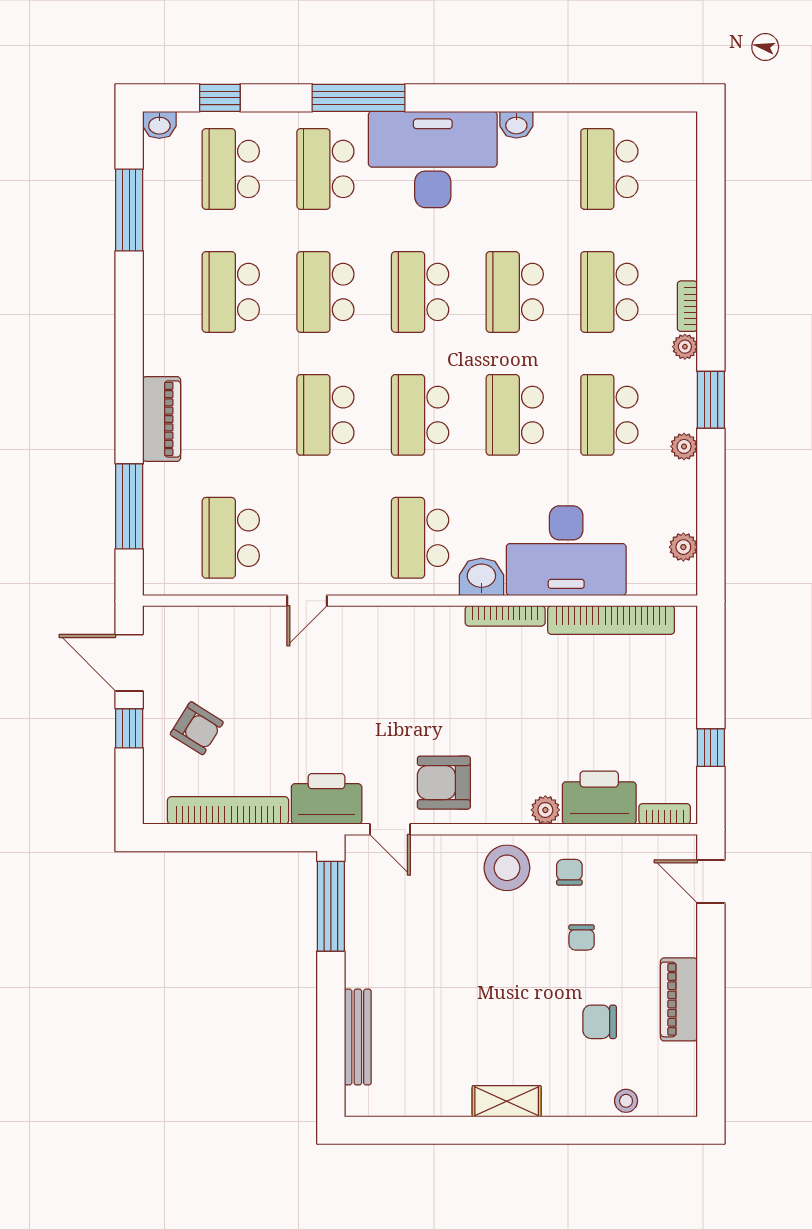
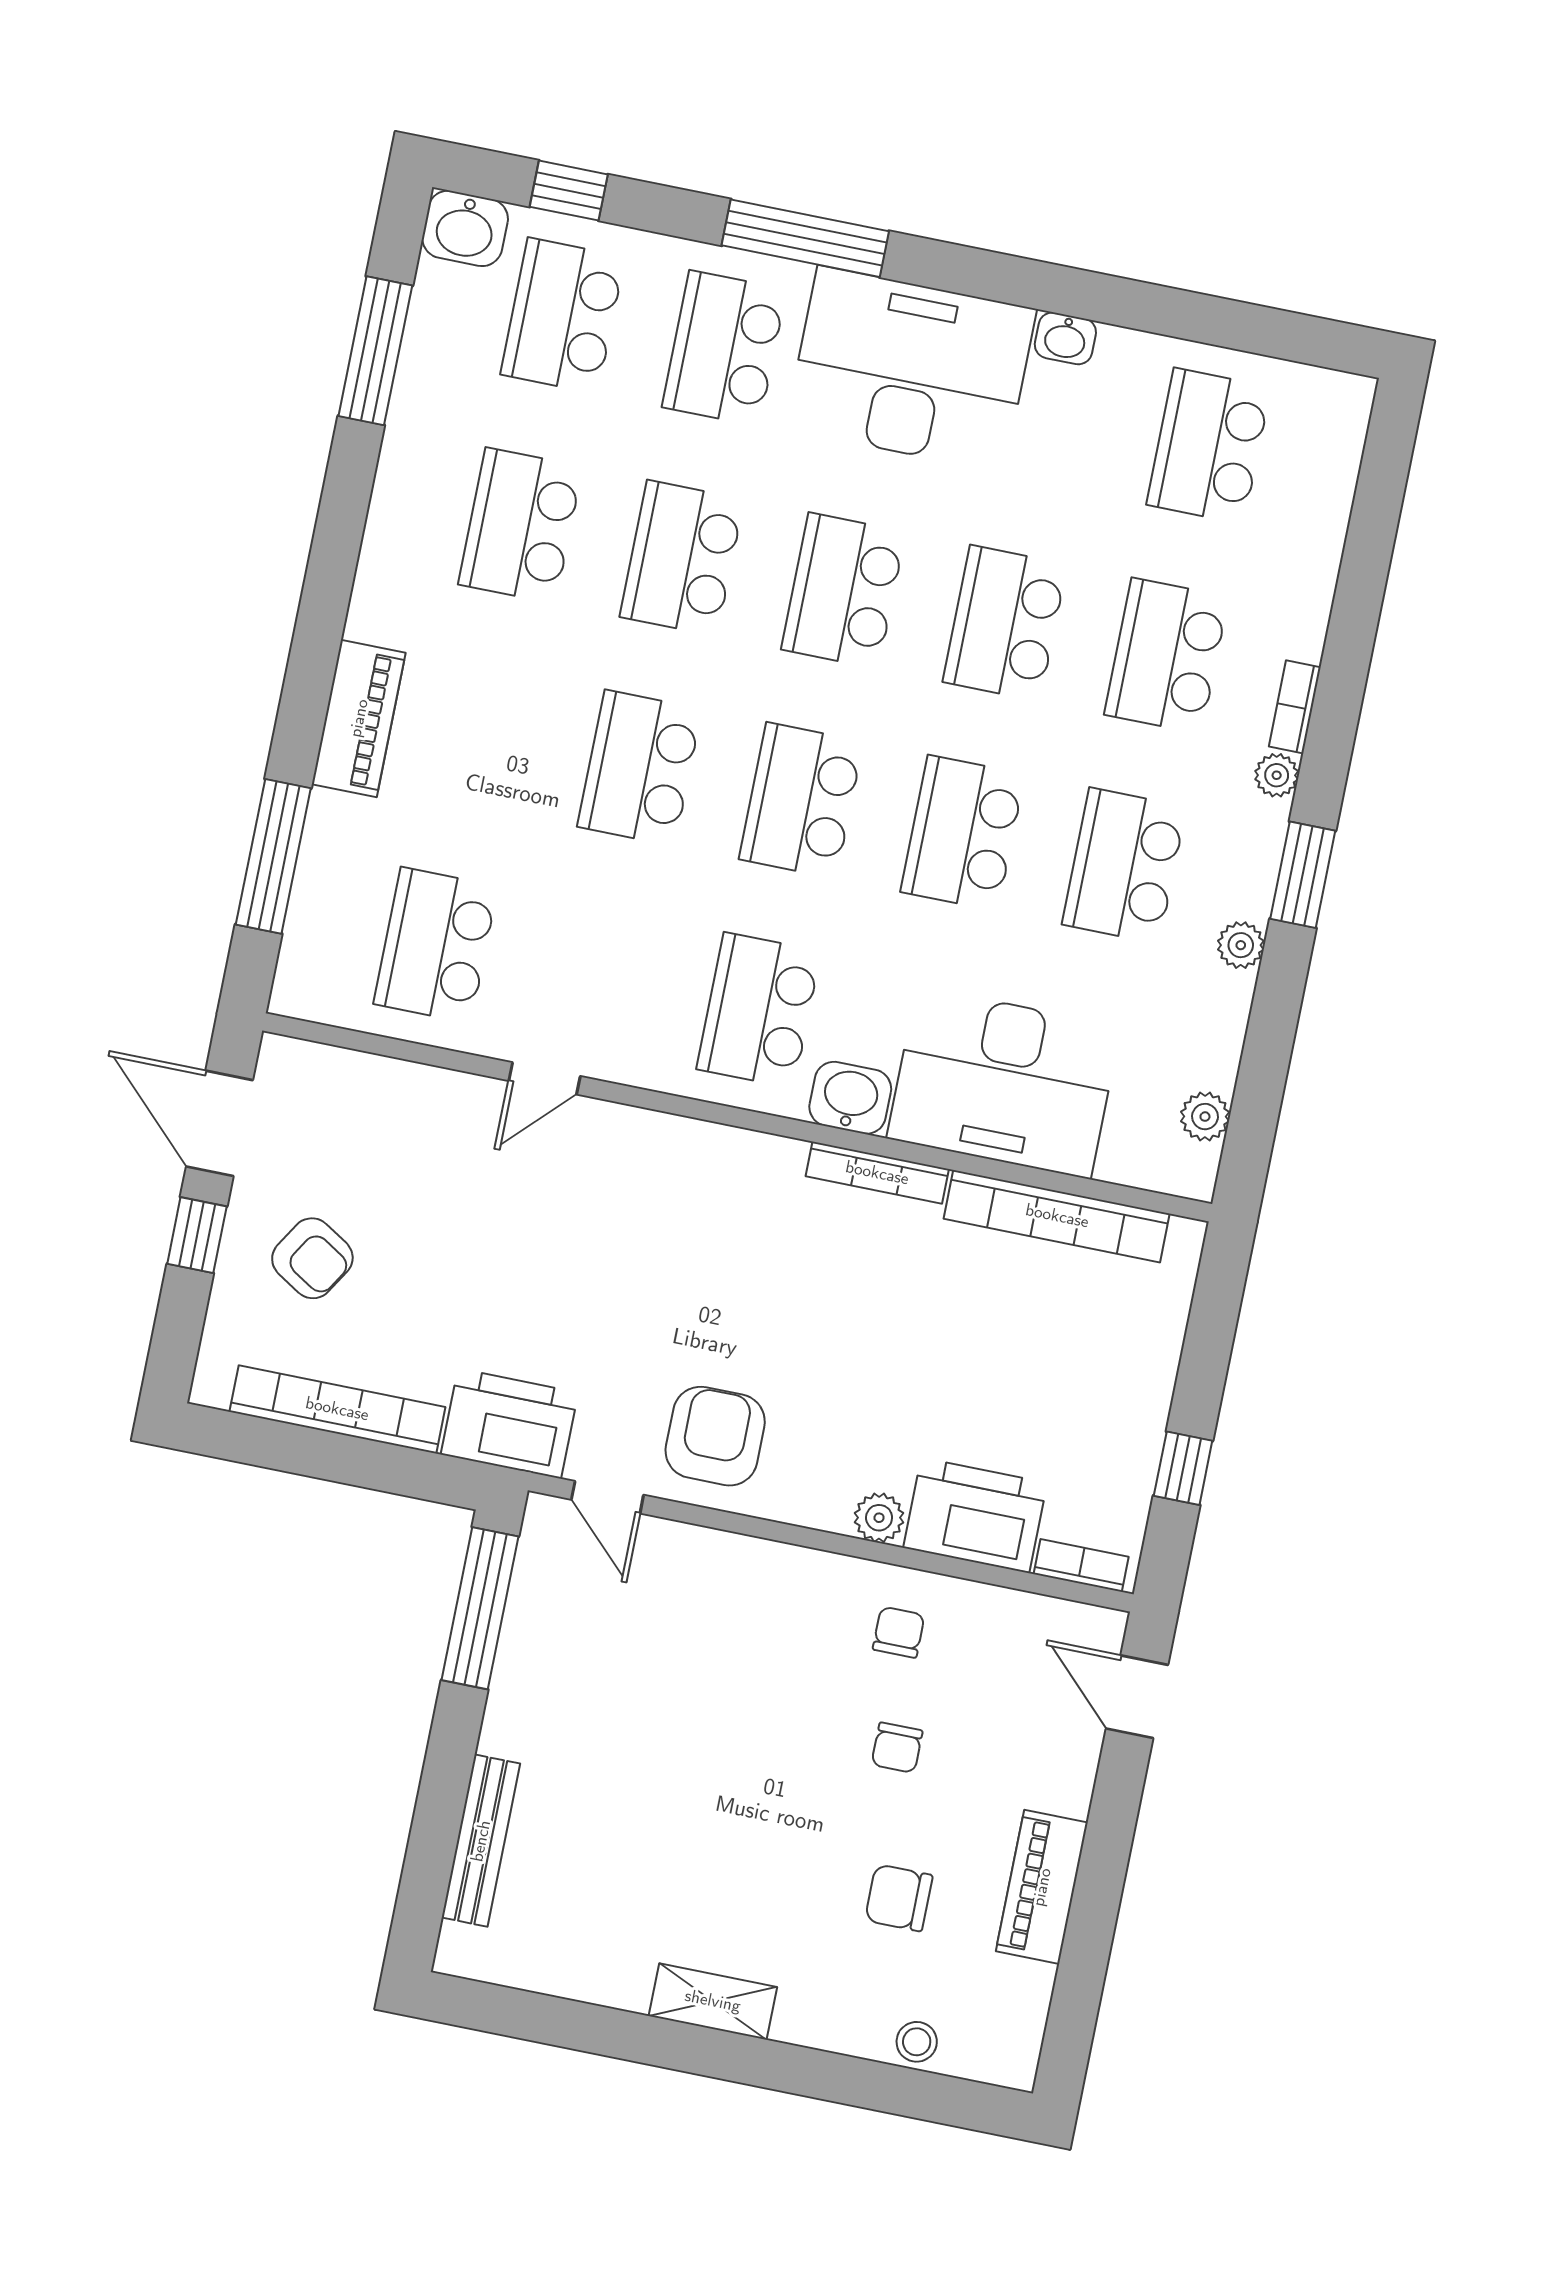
washbasin: (159, 125) -> (465, 228), width x1.38, depth x1.45
armchair: (444, 783) -> (715, 1436), turned 90
stool: (507, 868) -> (794, 1603), removed

